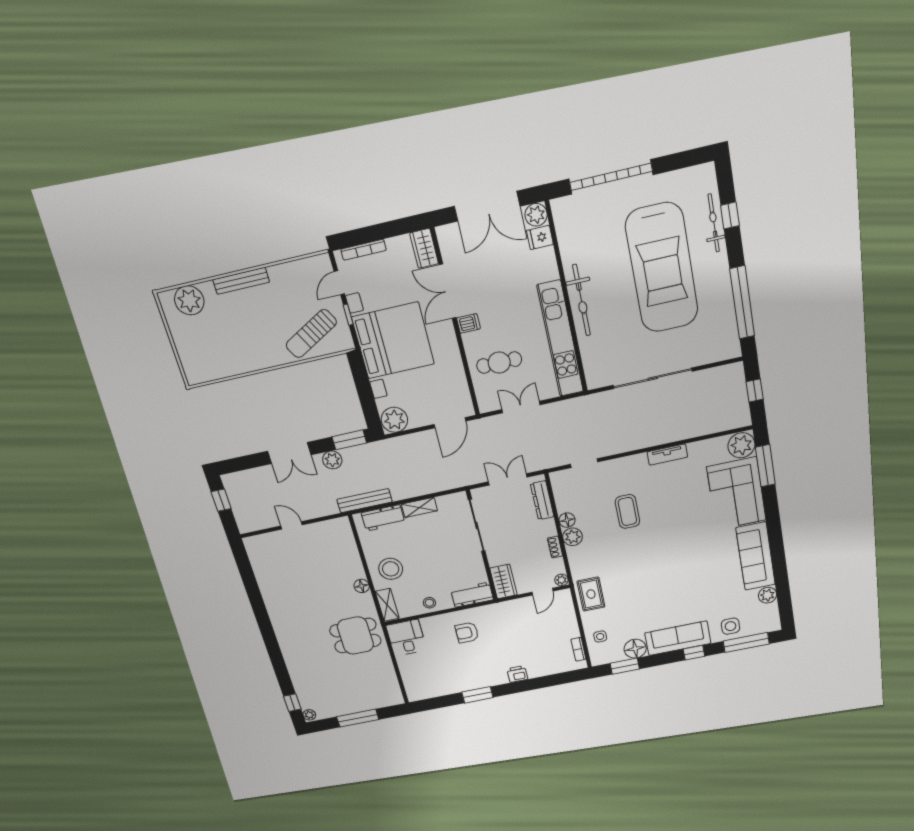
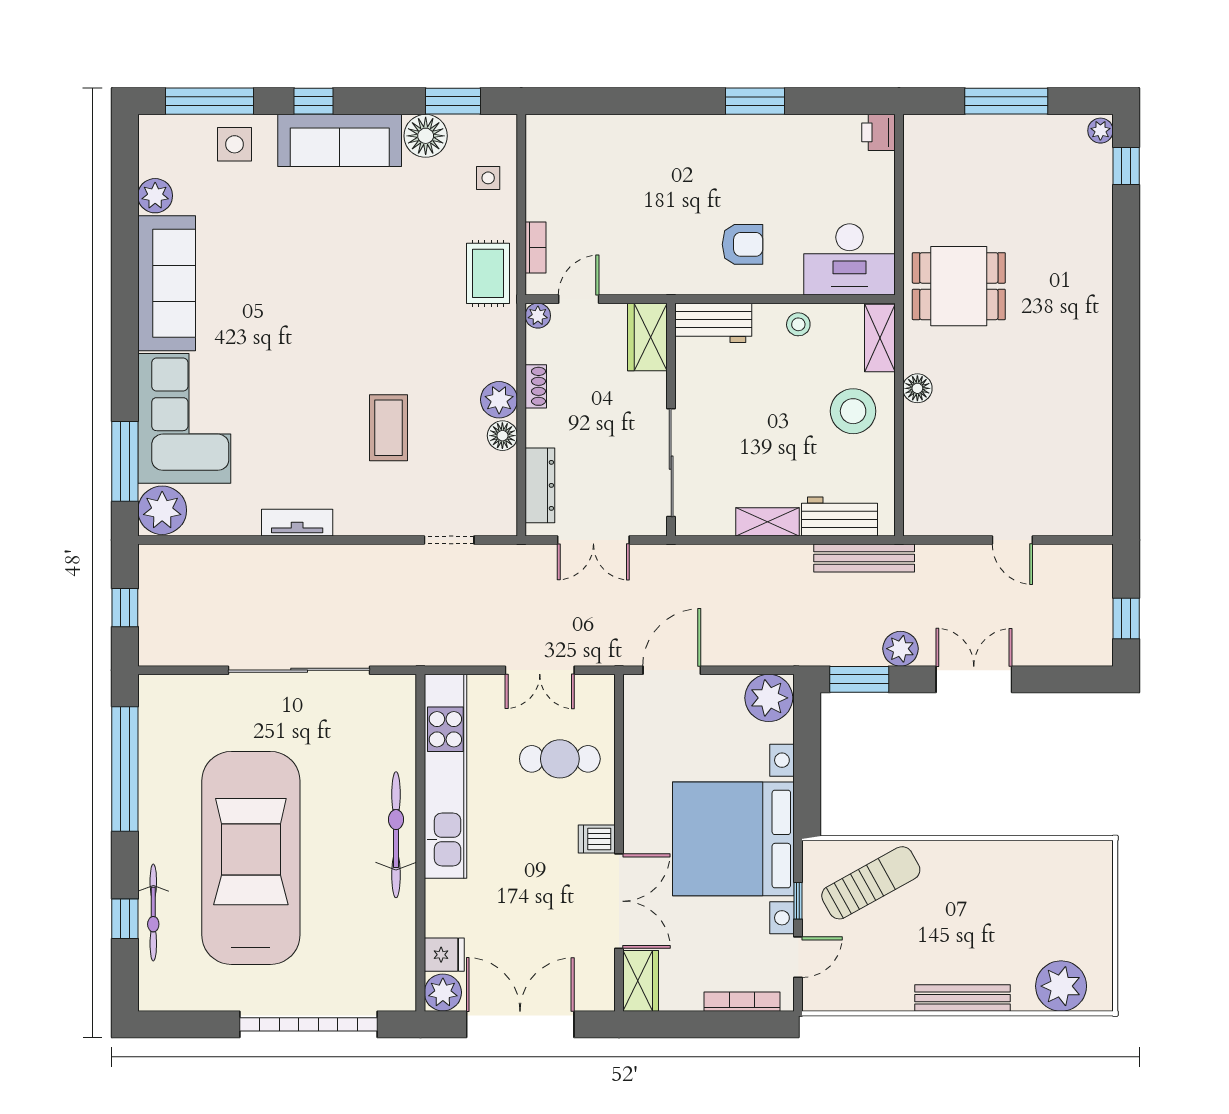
desk: (406, 638) -> (849, 259), width x1.37
bookcase: (578, 649) -> (535, 247), moved
printer: (517, 674) -> (878, 132), moved, turned 90

